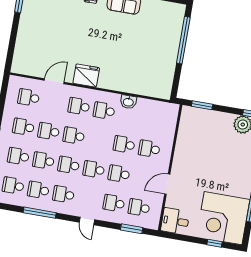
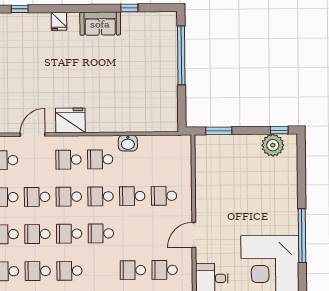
school desk: (119, 174) -> (101, 196), moved

